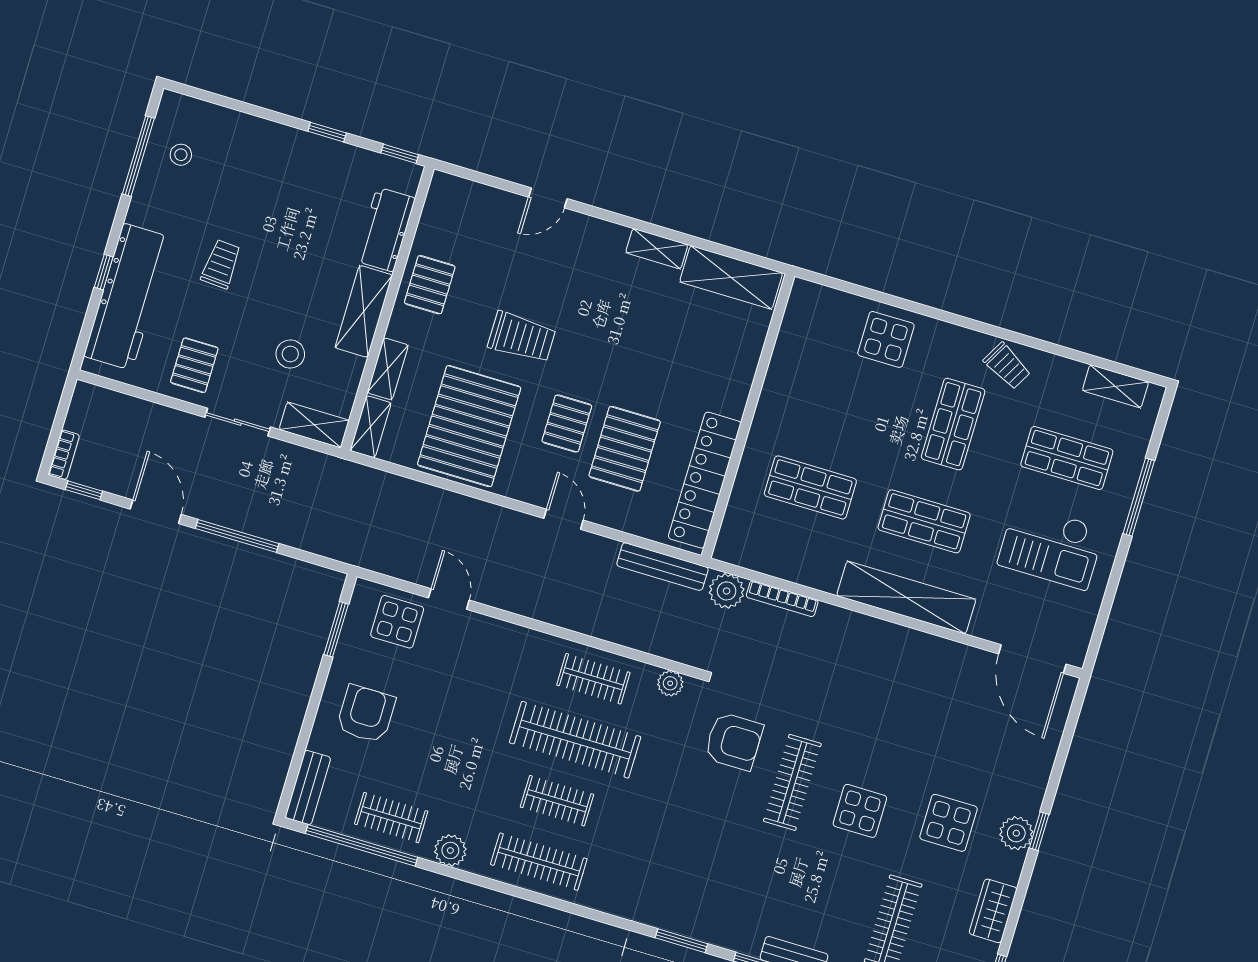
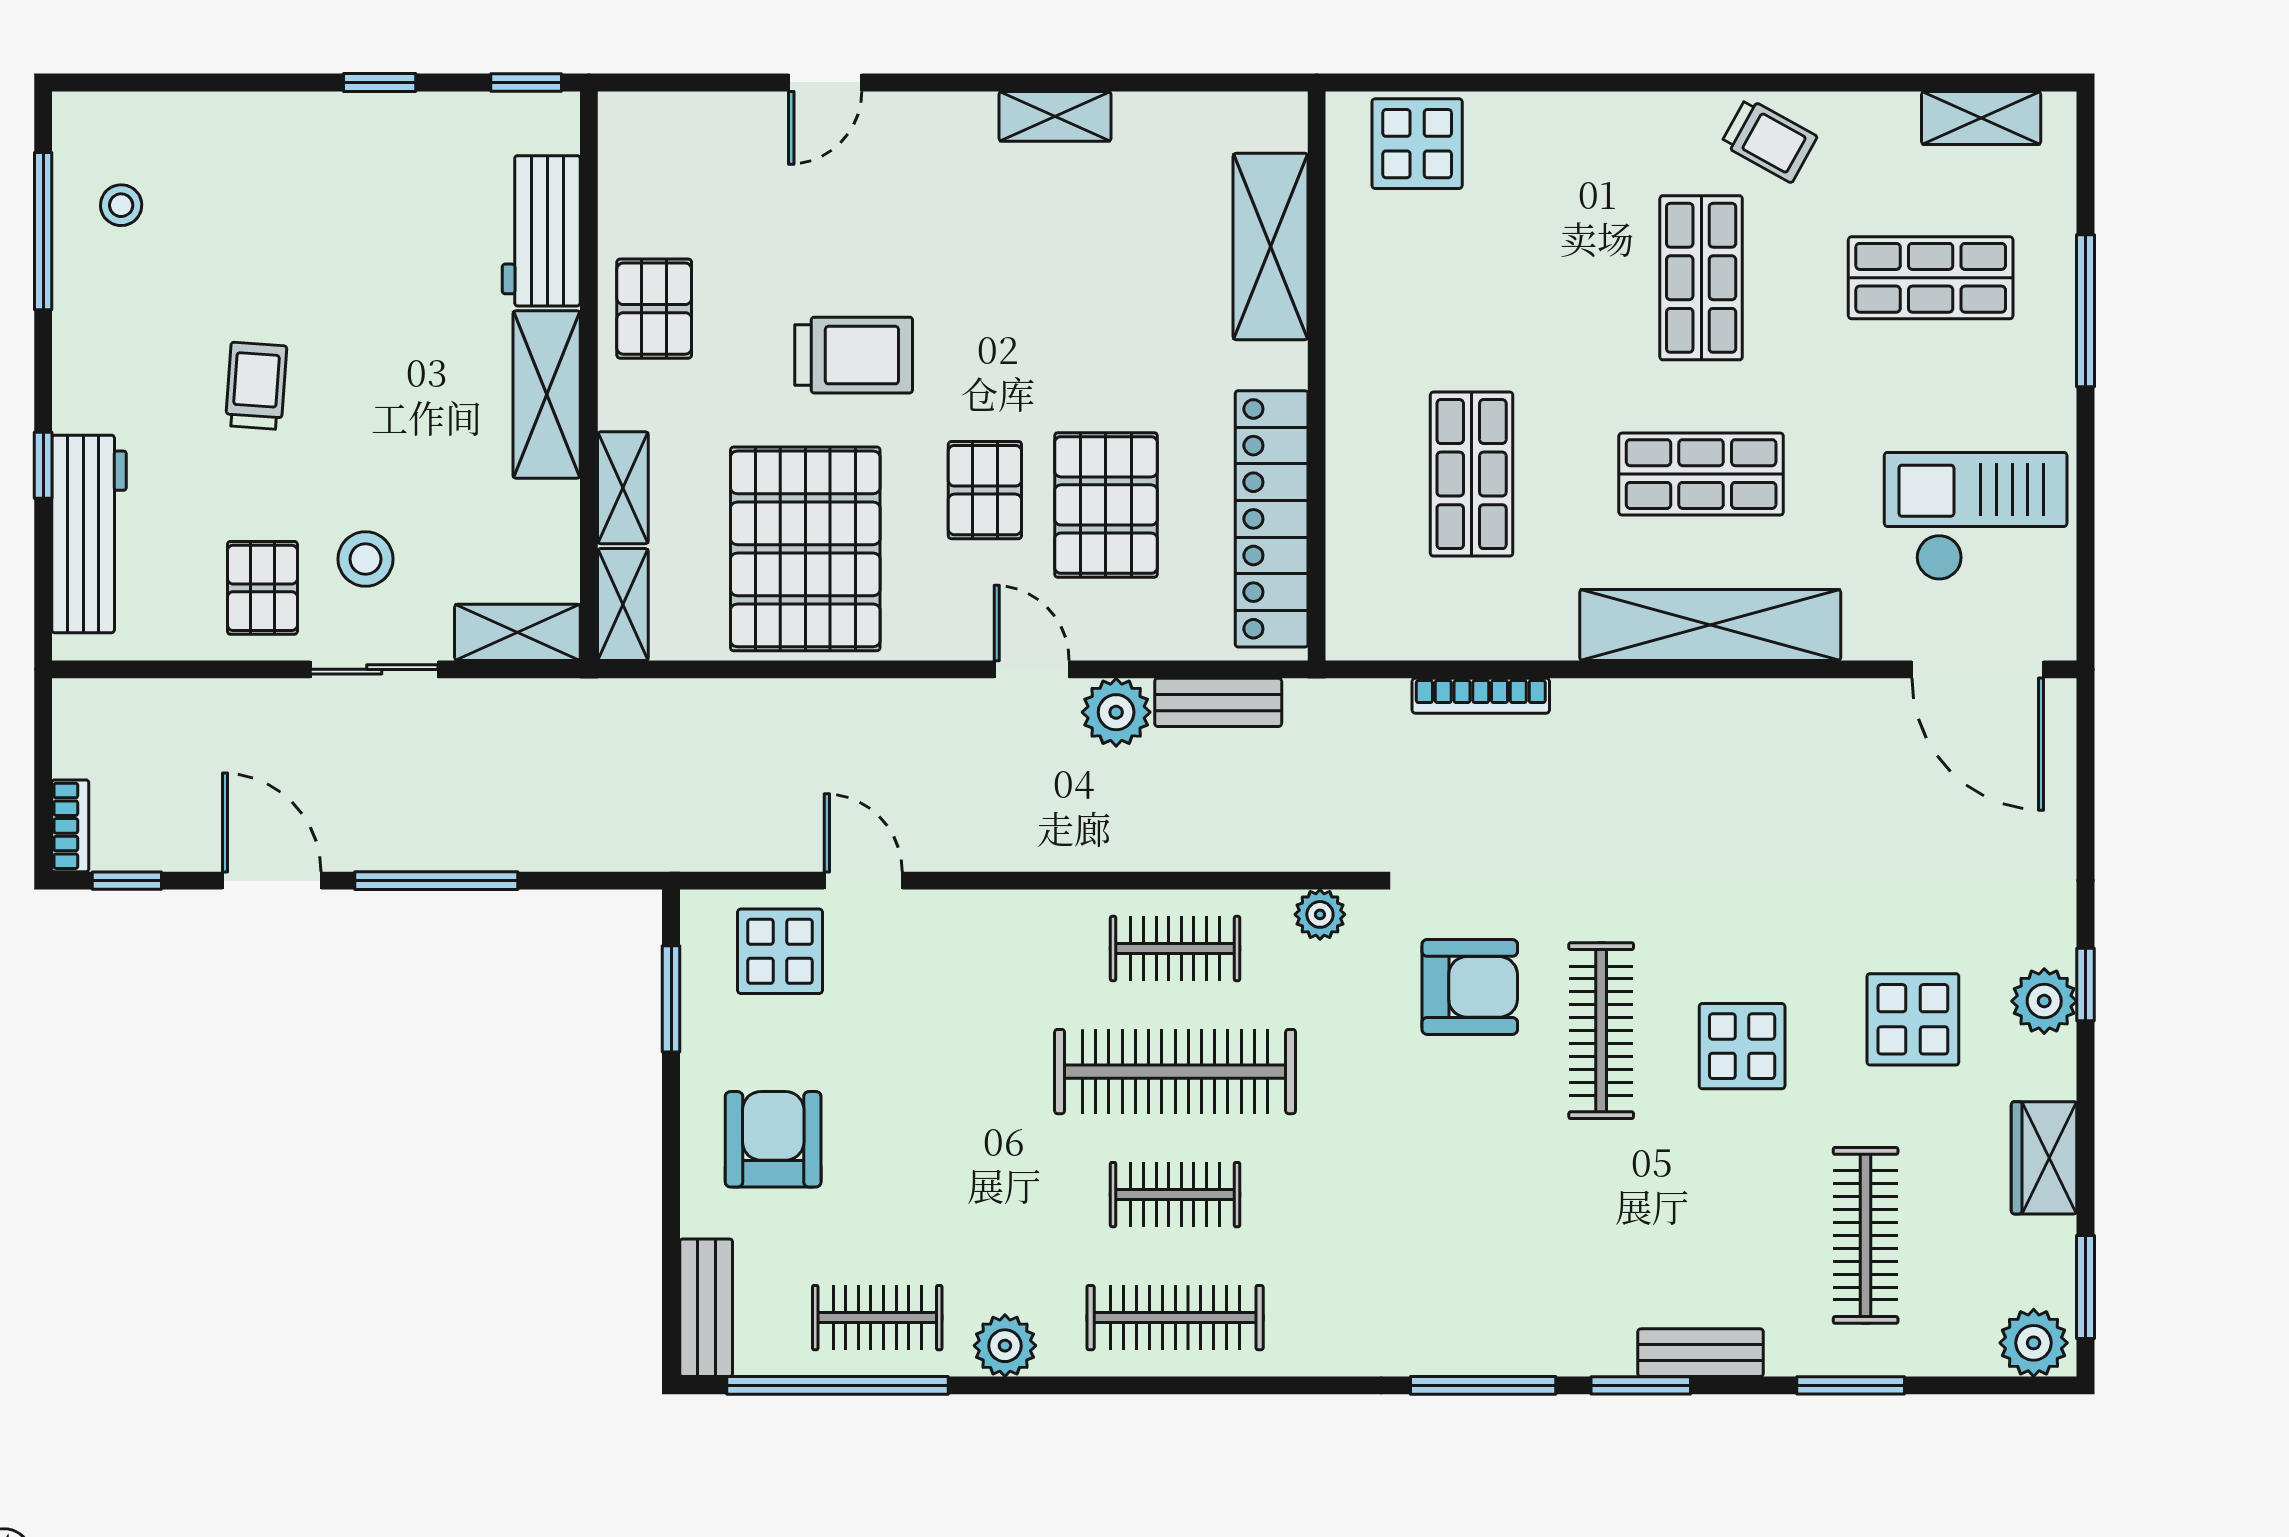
shelving: (731, 277) -> (1271, 247), moved, turned 90
workbench: (128, 297) -> (89, 534), width x0.73, depth x0.76
display table: (886, 339) -> (1417, 144), moved
stool: (290, 354) -> (365, 559), moved
shop shelf: (810, 487) -> (1472, 474), turned 90
checkout: (1051, 546) -> (1976, 516), moved, turned 180
bench: (662, 567) -> (1218, 702), width x0.73
plant: (727, 591) -> (1116, 712), moved
window: (681, 941) -> (1483, 1385), width x1.44

